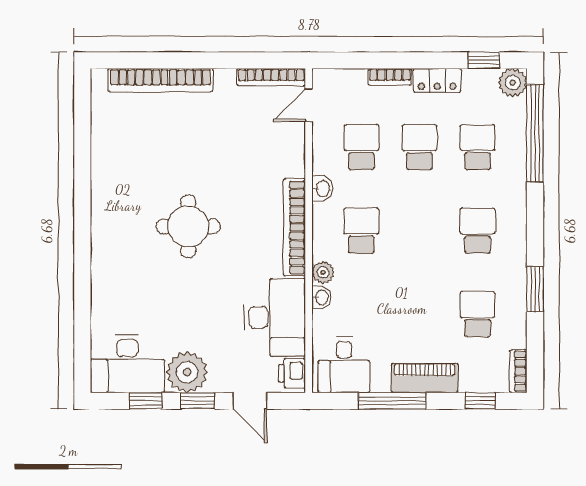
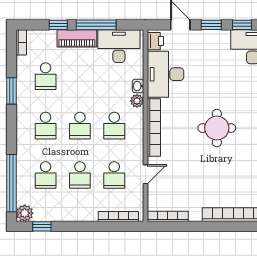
bookcase: (390, 77) -> (118, 217), moved, width x1.56
locker: (437, 80) -> (69, 215), removed
door: (309, 105) -> (145, 174), moved
washbasin: (322, 189) -> (137, 150), removed
school desk: (419, 231) -> (80, 126), added
desk: (344, 365) -> (119, 46), width x1.37
plant: (187, 372) -> (217, 42), removed
window: (480, 401) -> (58, 25), moved

